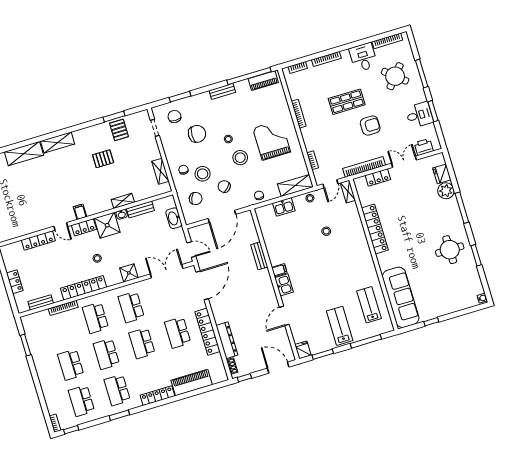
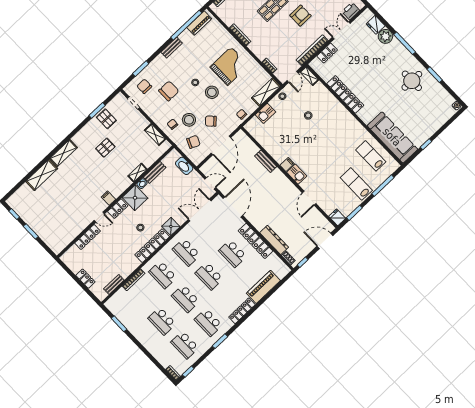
grand piano: (272, 140) -> (229, 66), turned 90
locker: (83, 288) -> (152, 246), moved

